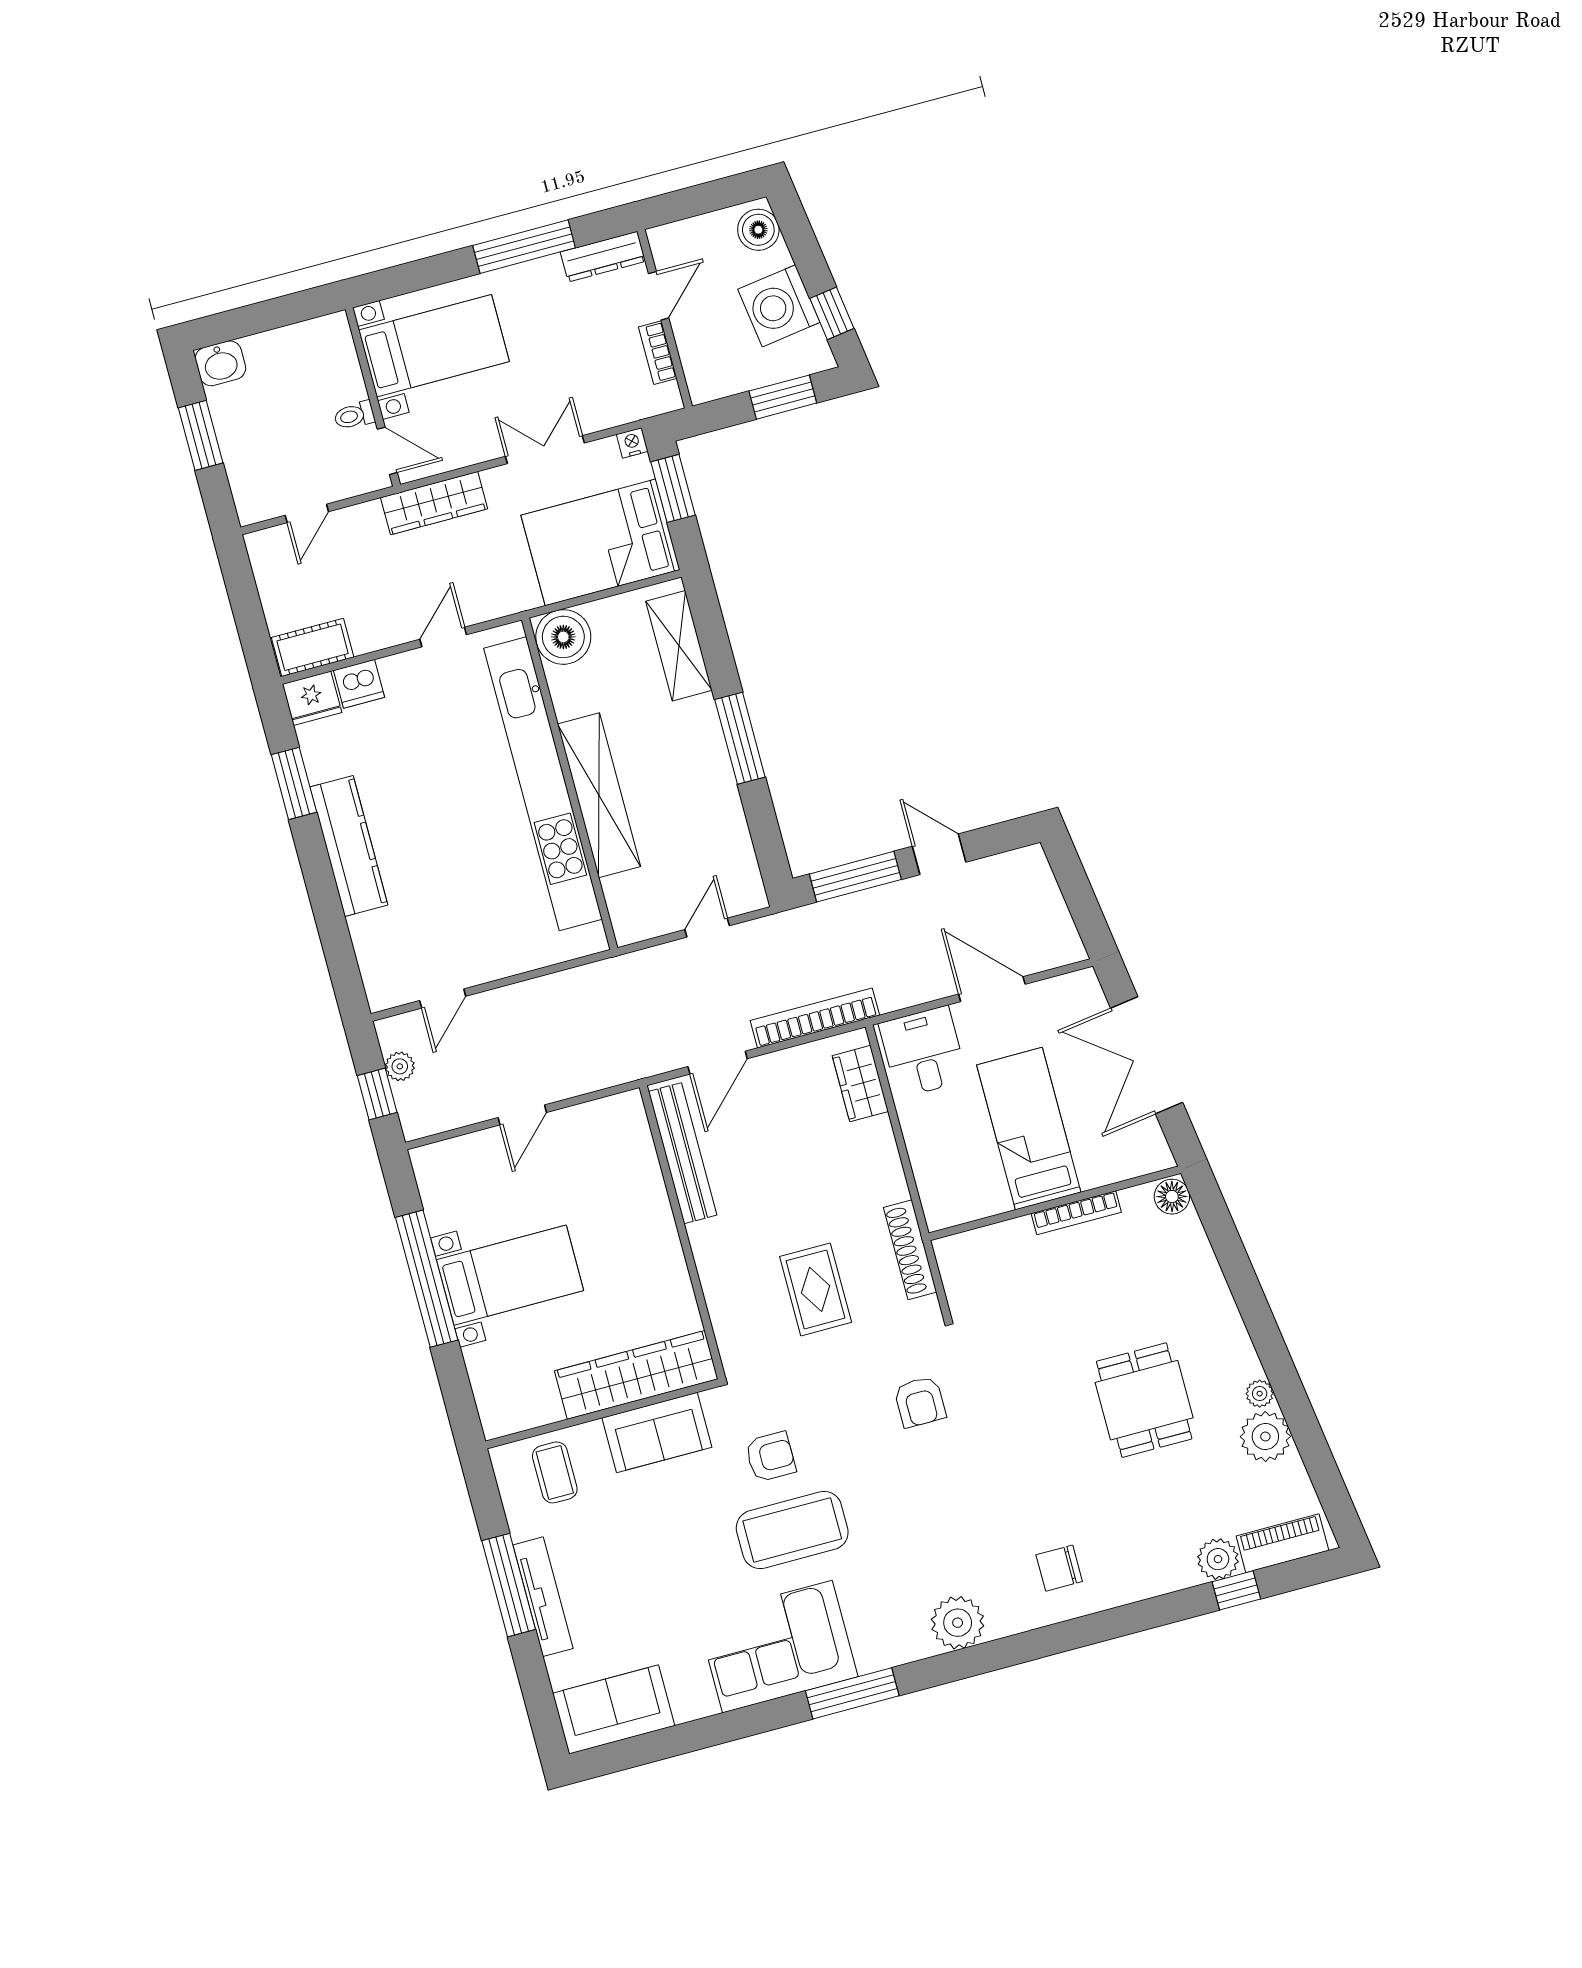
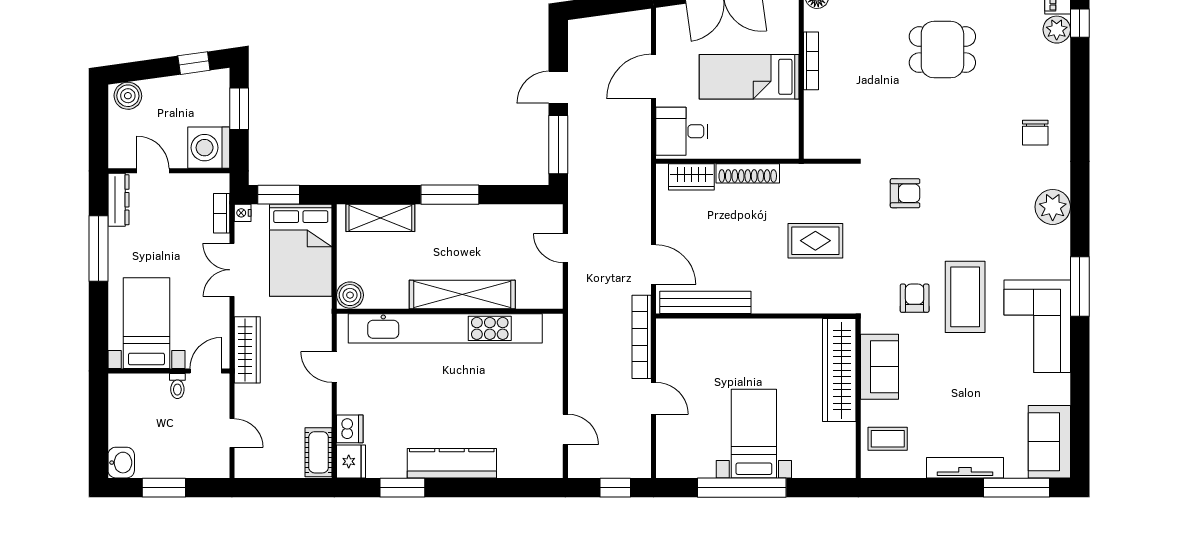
washing machine: (779, 306) -> (209, 148), moved, turned 98
bookcase: (658, 353) -> (222, 213), moved, turned 90
boiler: (563, 637) -> (350, 295), width x0.73, depth x0.73
bookcase: (815, 1018) -> (642, 337), moved
plant: (400, 1066) -> (601, 468), removed
shoe rack: (910, 1250) -> (748, 173), moved
window: (509, 1585) -> (1017, 488), moved

